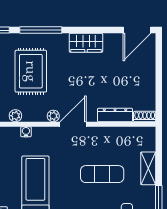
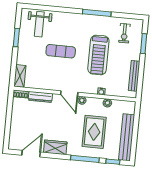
door: (137, 30) -> (31, 154), moved
door: (73, 124) -> (69, 93), hinge flipped
shelving: (148, 168) -> (20, 76), moved
exercise mat: (102, 174) -> (61, 51), moved

